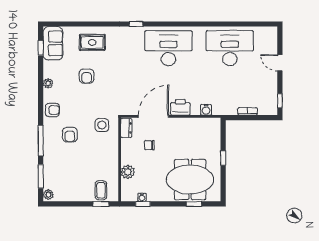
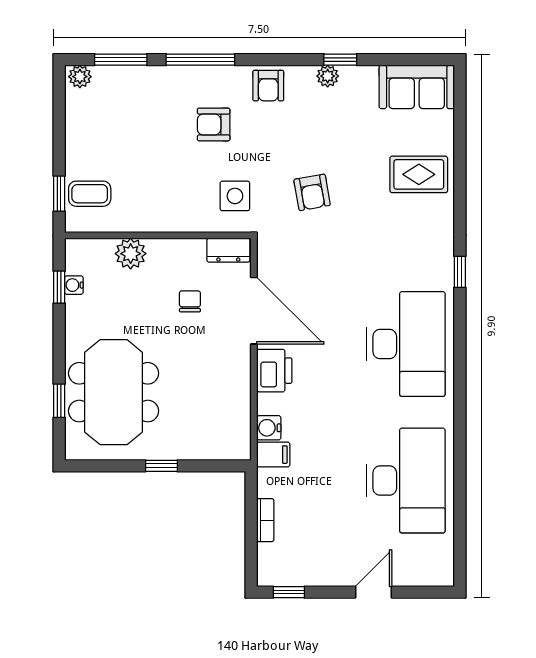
rug: (92, 42) -> (419, 174), turned 90
window: (41, 48) -> (340, 60), moved
armchair: (87, 76) -> (312, 192), moved, turned -100
filing cabinet: (218, 108) -> (273, 455), added

